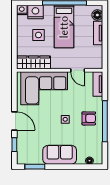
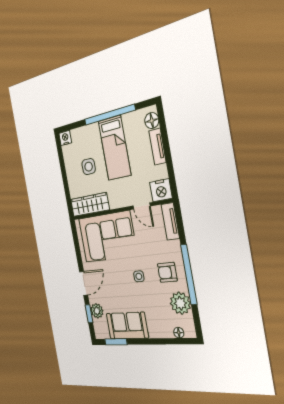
nightstand: (35, 12) -> (161, 190), moved, turned 180
armchair: (89, 118) -> (167, 272), turned 180
door: (14, 121) -> (84, 283), hinge flipped
plant: (95, 140) -> (180, 303), added
plant: (22, 143) -> (97, 311), added
sofa: (60, 155) -> (127, 326), moved

